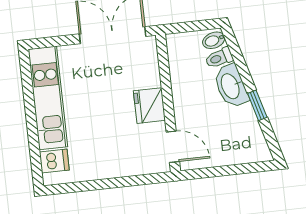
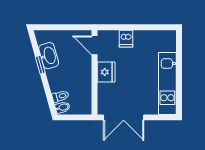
washbasin: (231, 86) -> (49, 56), moved
dishwasher: (54, 161) -> (126, 39), moved, turned -90

